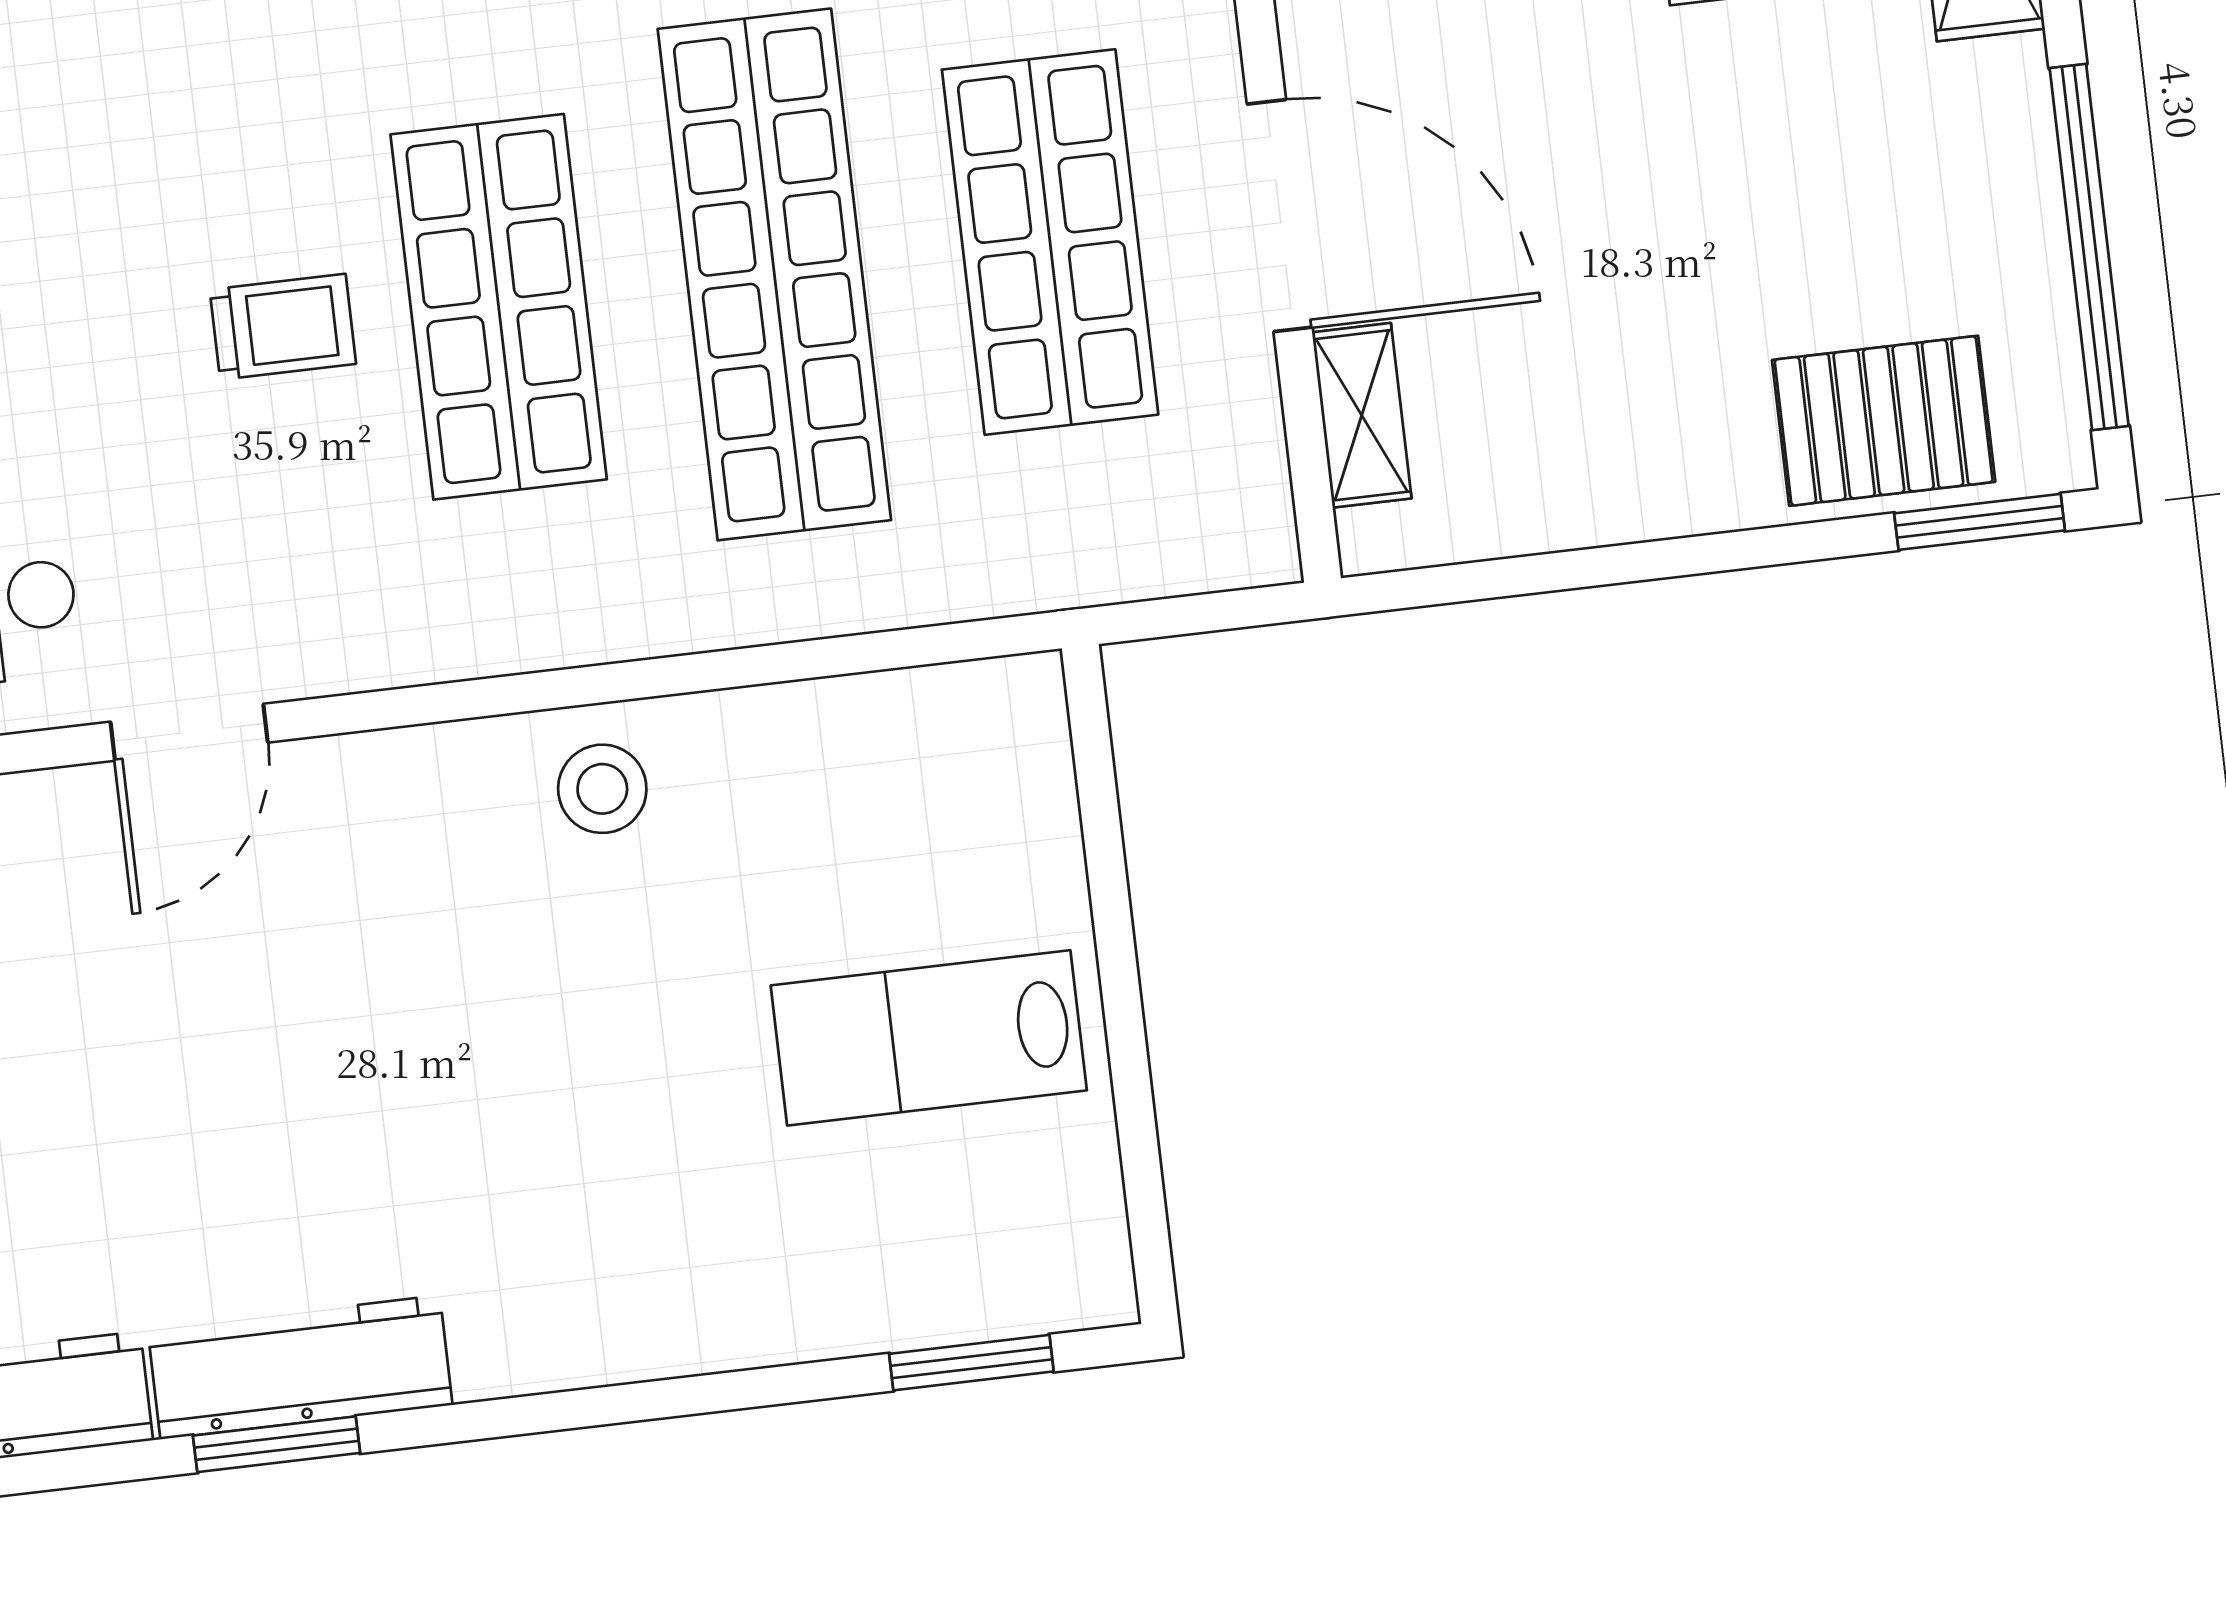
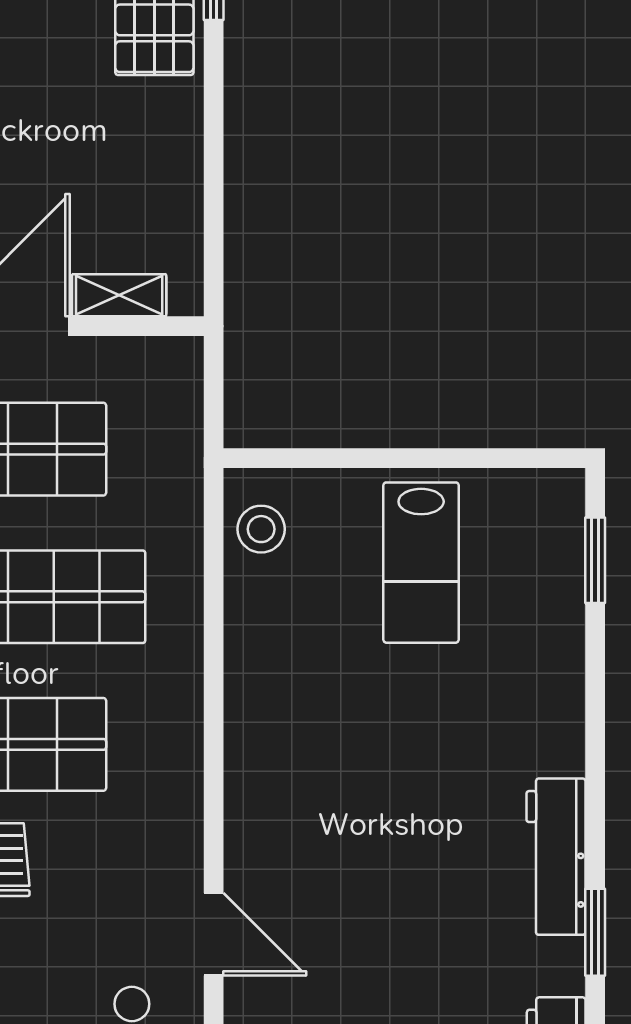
stool: (602, 789) -> (261, 529), moved
workbench: (300, 1367) -> (556, 857), moved

